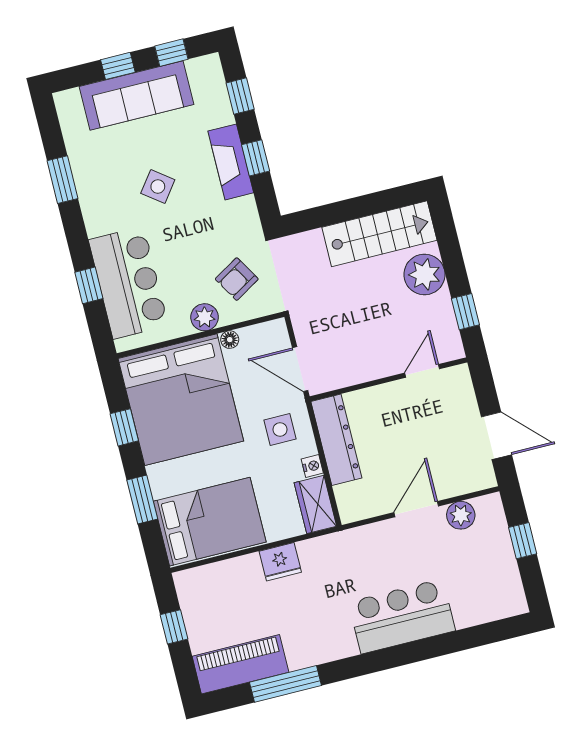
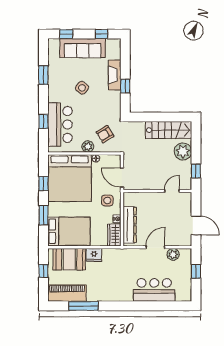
window: (118, 66) -> (66, 34), moved
window: (240, 96) -> (125, 59), removed
fireplace: (231, 162) -> (115, 75), moved
dresser: (336, 440) -> (130, 225), moved
booth: (226, 585) -> (69, 259), added
bar counter: (402, 616) -> (154, 290), moved

